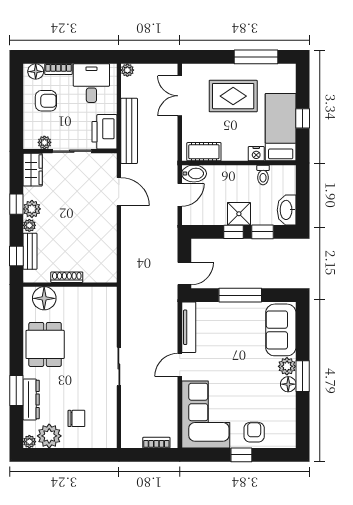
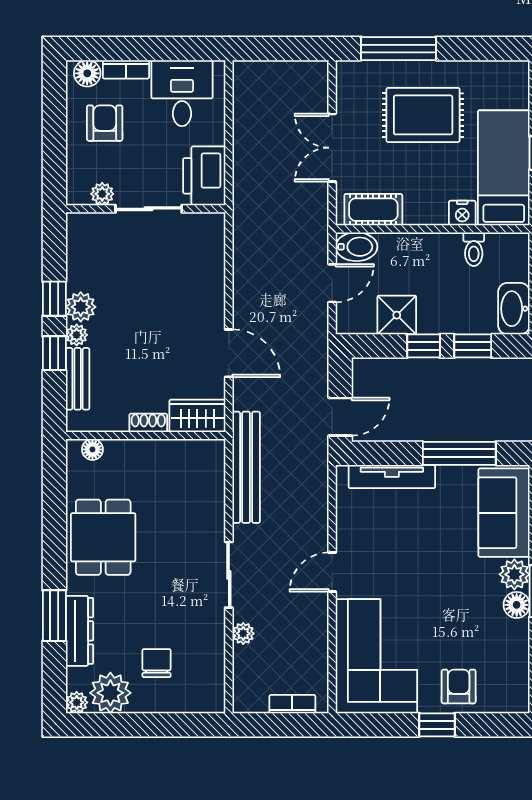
window: (256, 57) -> (399, 49), moved
plant: (127, 70) -> (243, 633), moved
double door: (180, 96) -> (332, 148), moved
armchair: (46, 101) -> (105, 123), turned -90
bench: (129, 131) -> (246, 467), moved
wardrobe: (33, 170) -> (197, 416), moved, turned -90
door: (119, 192) -> (229, 353), moved
shower: (239, 214) -> (397, 315), moved
window: (16, 256) -> (54, 353), moved
shoe rack: (67, 277) -> (148, 423), width x0.70
window: (240, 295) -> (459, 453), moved
floor lamp: (44, 298) -> (92, 449), width x0.53, depth x0.53
tv unit: (189, 327) -> (392, 477), moved, turned 90
chair: (76, 418) -> (157, 663), turned -90

